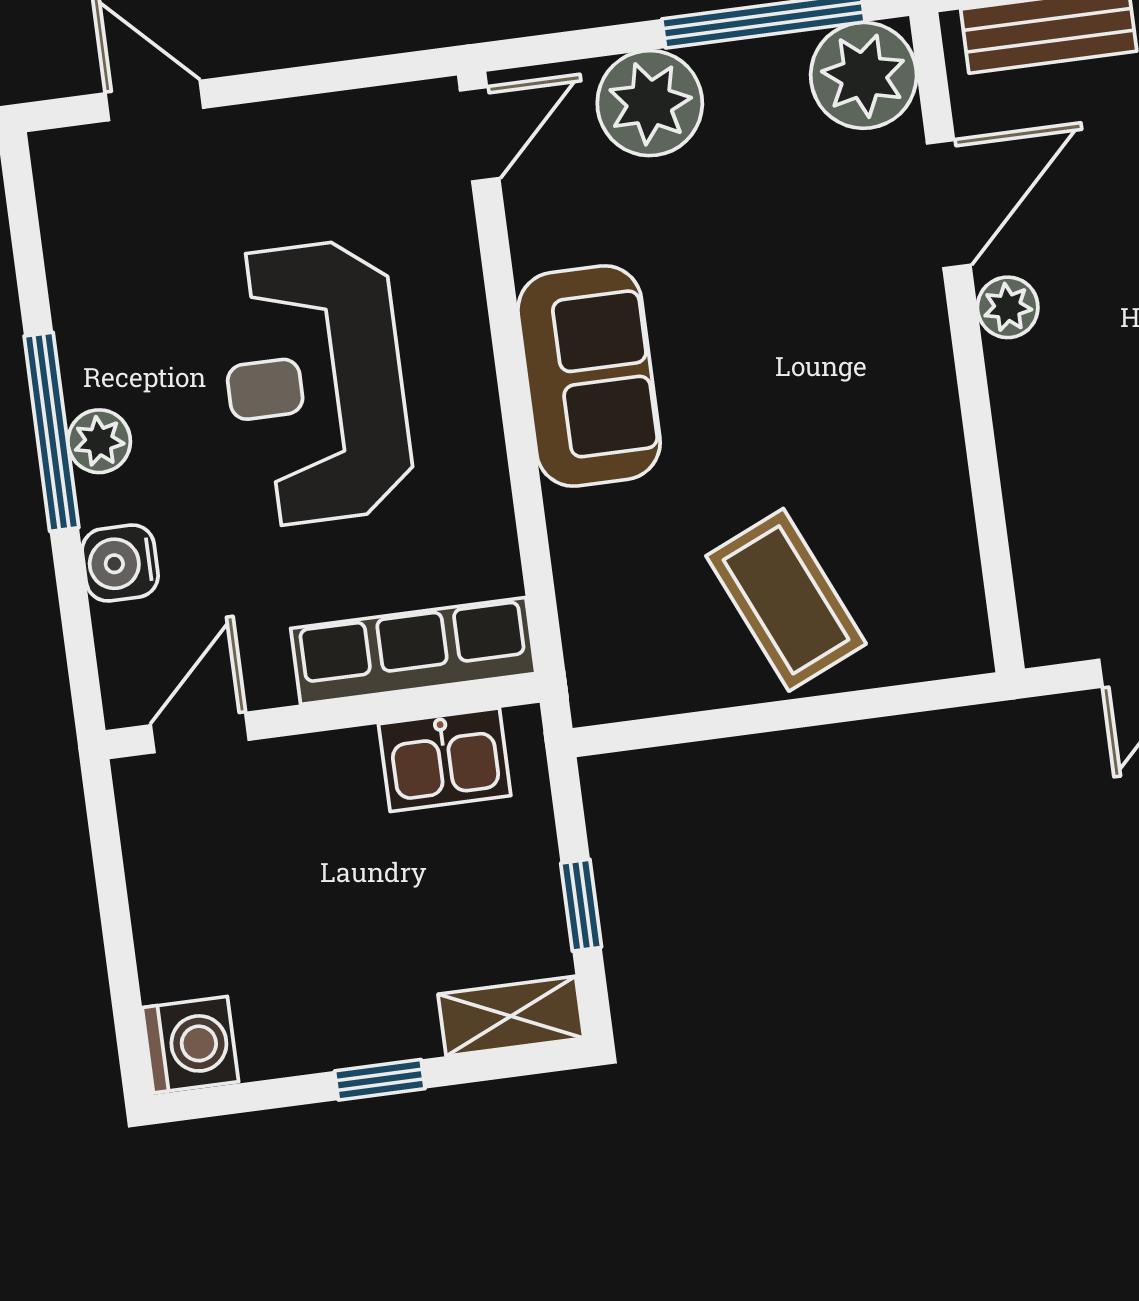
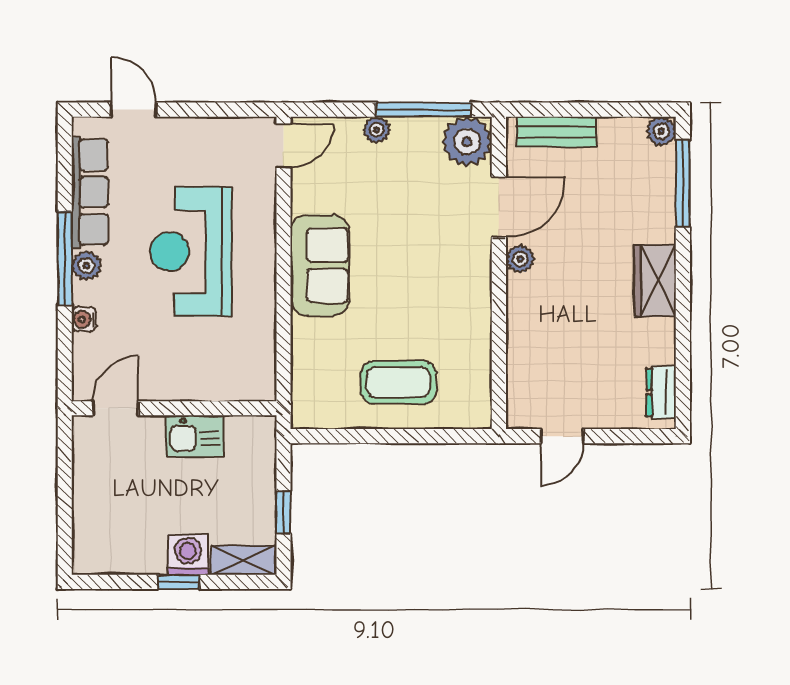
plant: (650, 103) -> (377, 130), width x0.53, depth x0.53
water cooler: (120, 563) -> (84, 319), width x0.72, depth x0.72
coffee table: (786, 600) -> (398, 382), turned -66
row of seats: (413, 651) -> (90, 192), moved, turned 90
kitchen sink: (445, 760) -> (195, 436), moved
washing machine: (190, 1045) -> (188, 555), moved, turned -90

